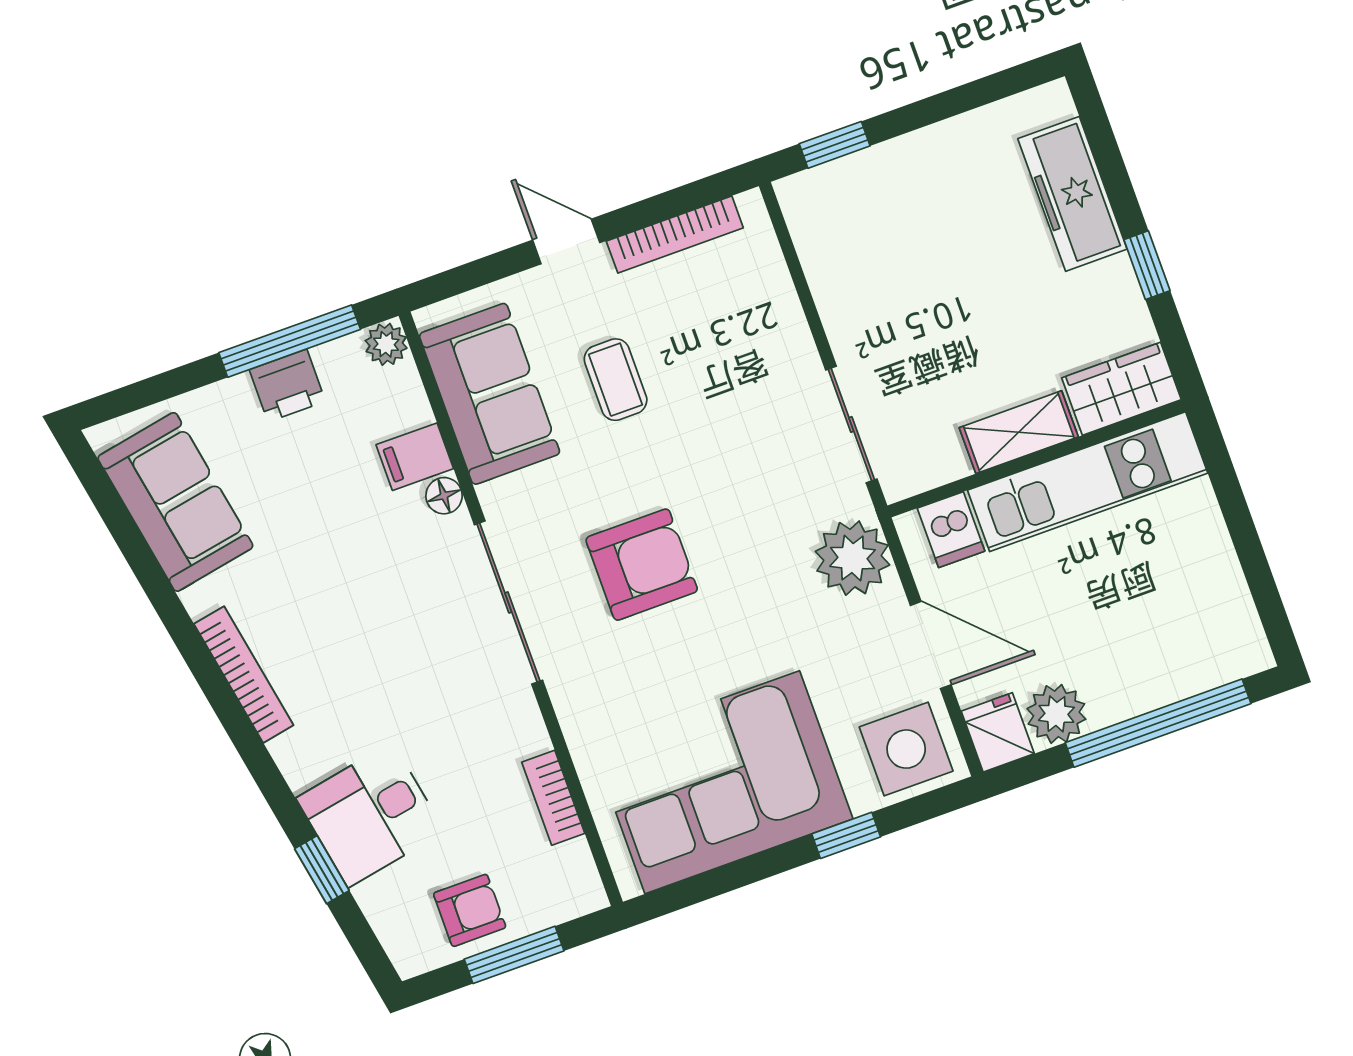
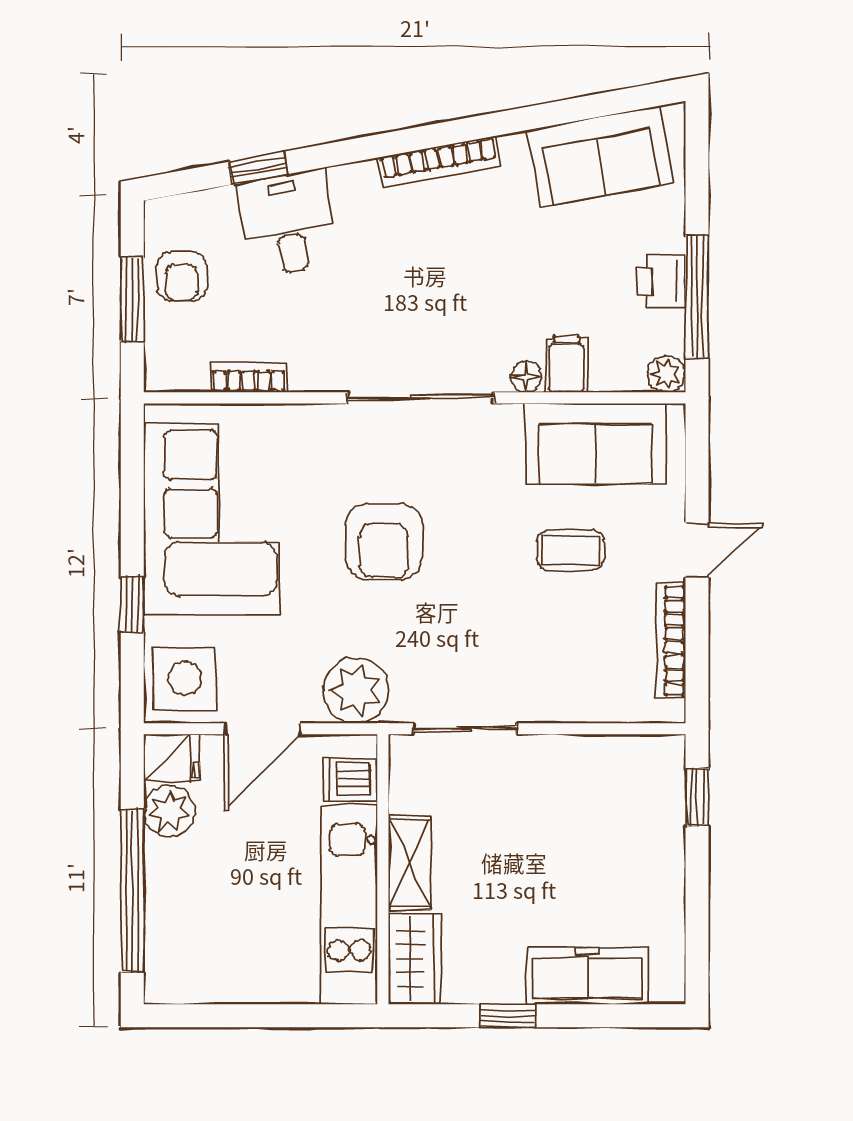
armchair: (642, 565) -> (384, 541), moved

